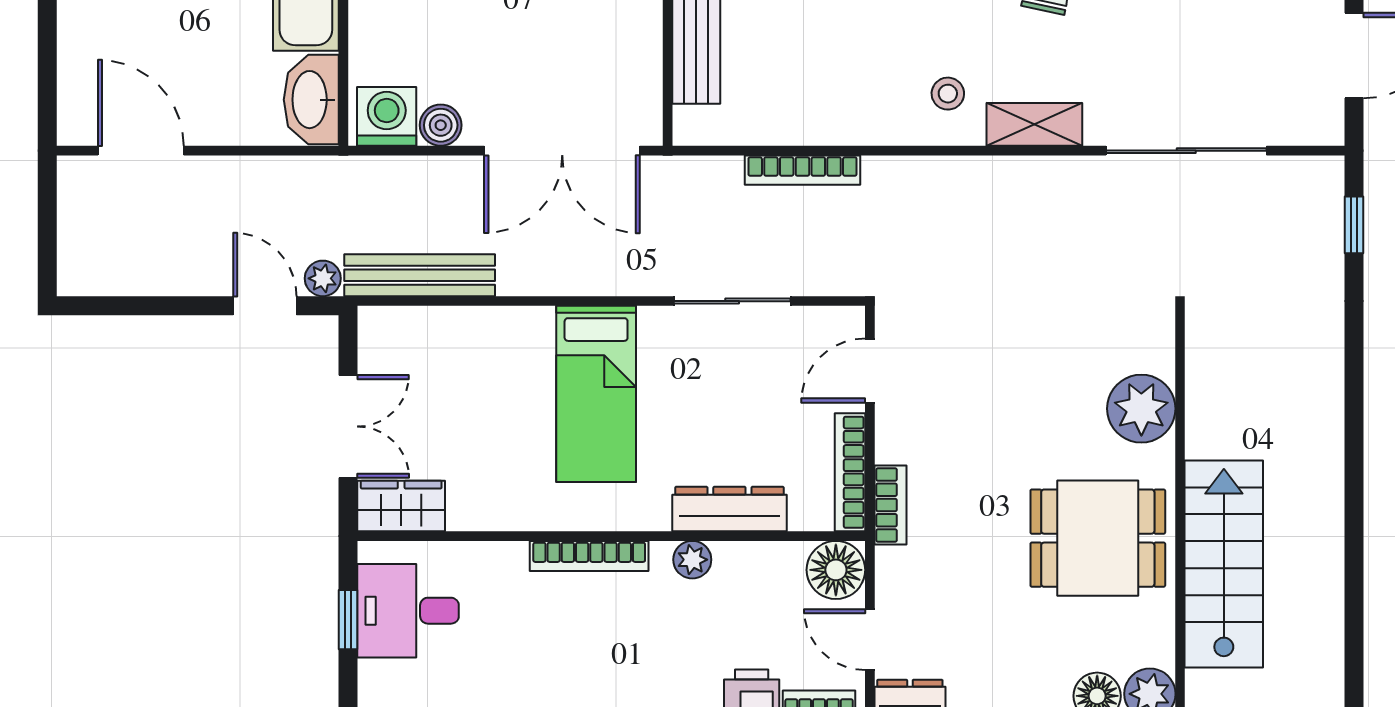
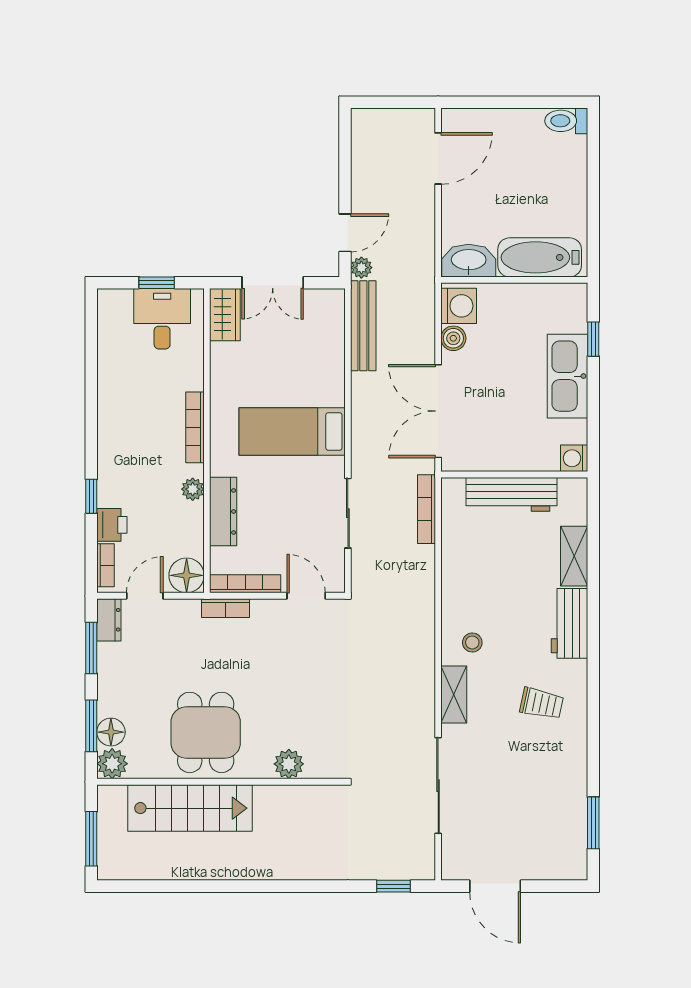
bookcase: (802, 170) -> (426, 509), moved
plant: (1141, 409) -> (289, 764), width x0.73, depth x0.73

